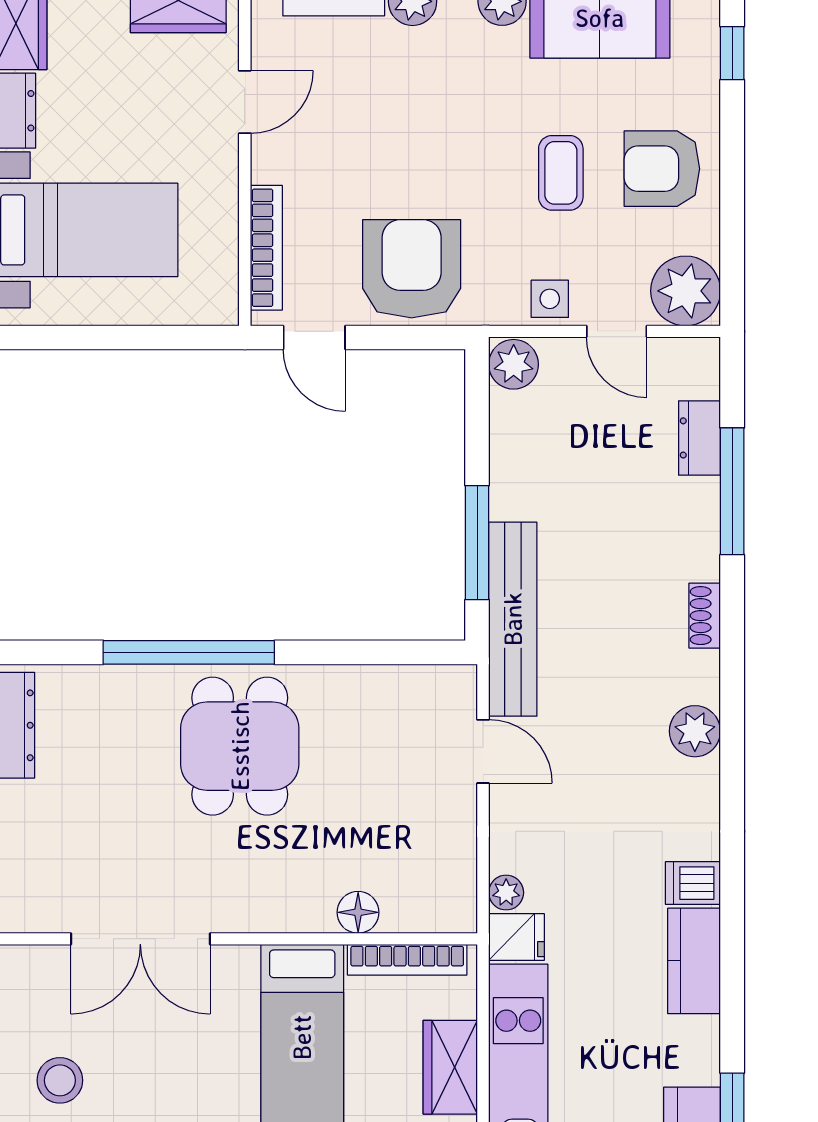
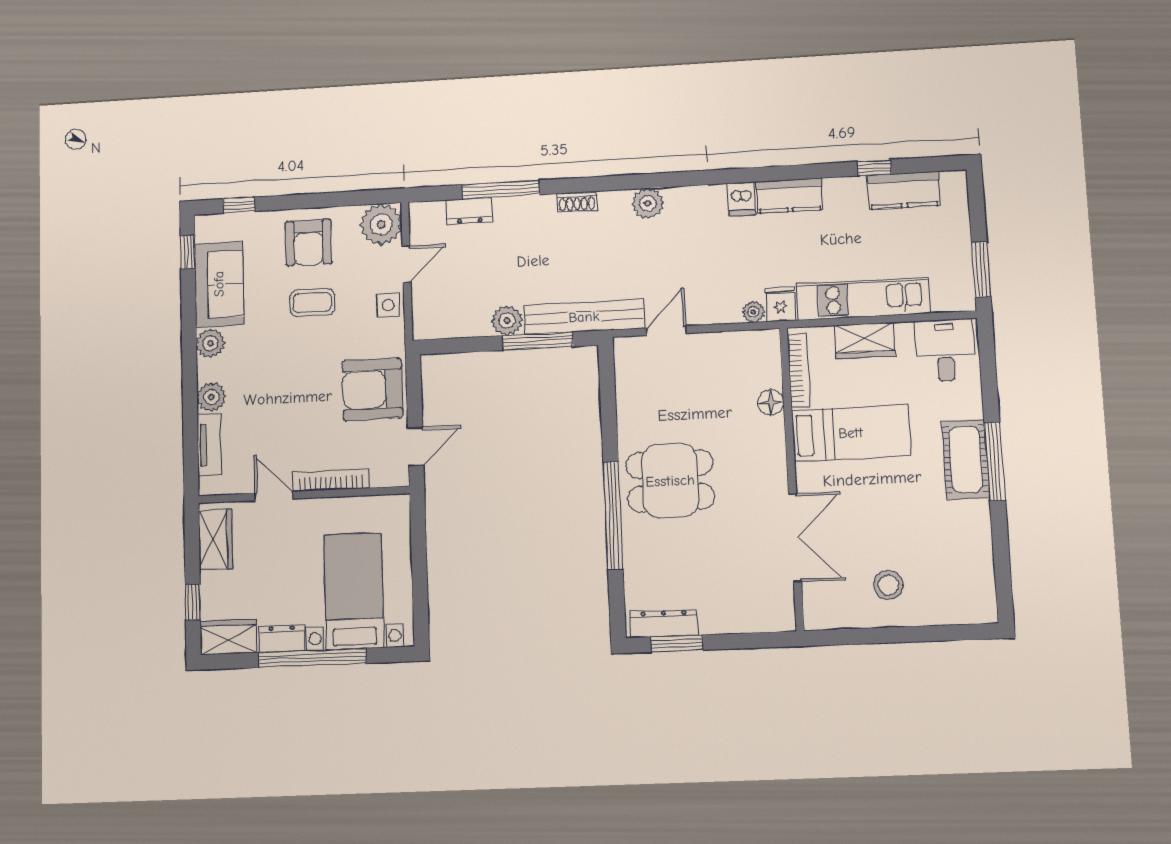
bookcase: (266, 248) -> (331, 480), moved
plant: (514, 364) -> (507, 321), moved

